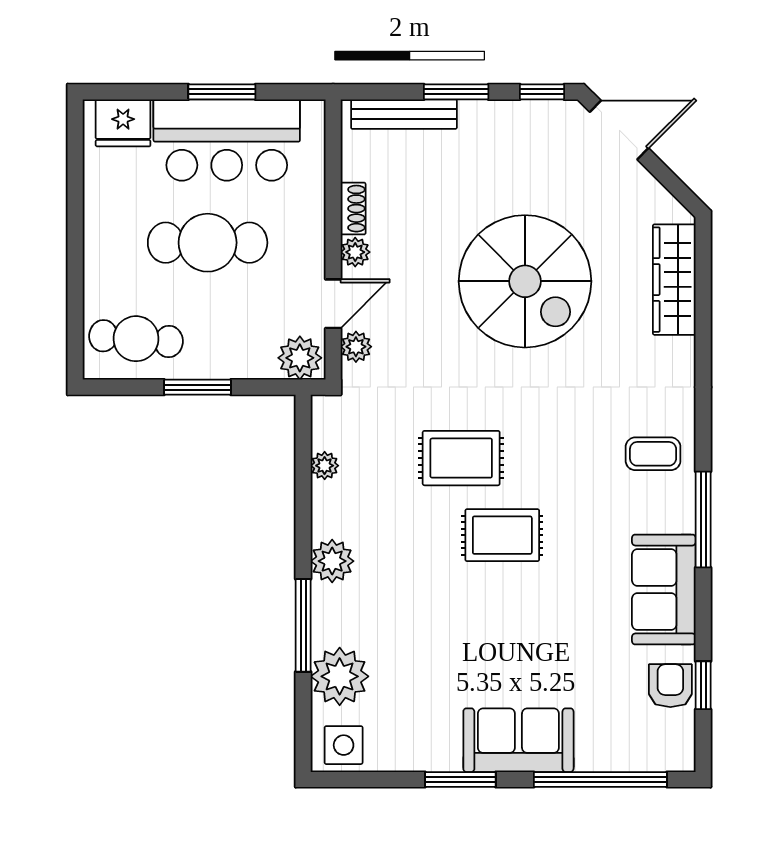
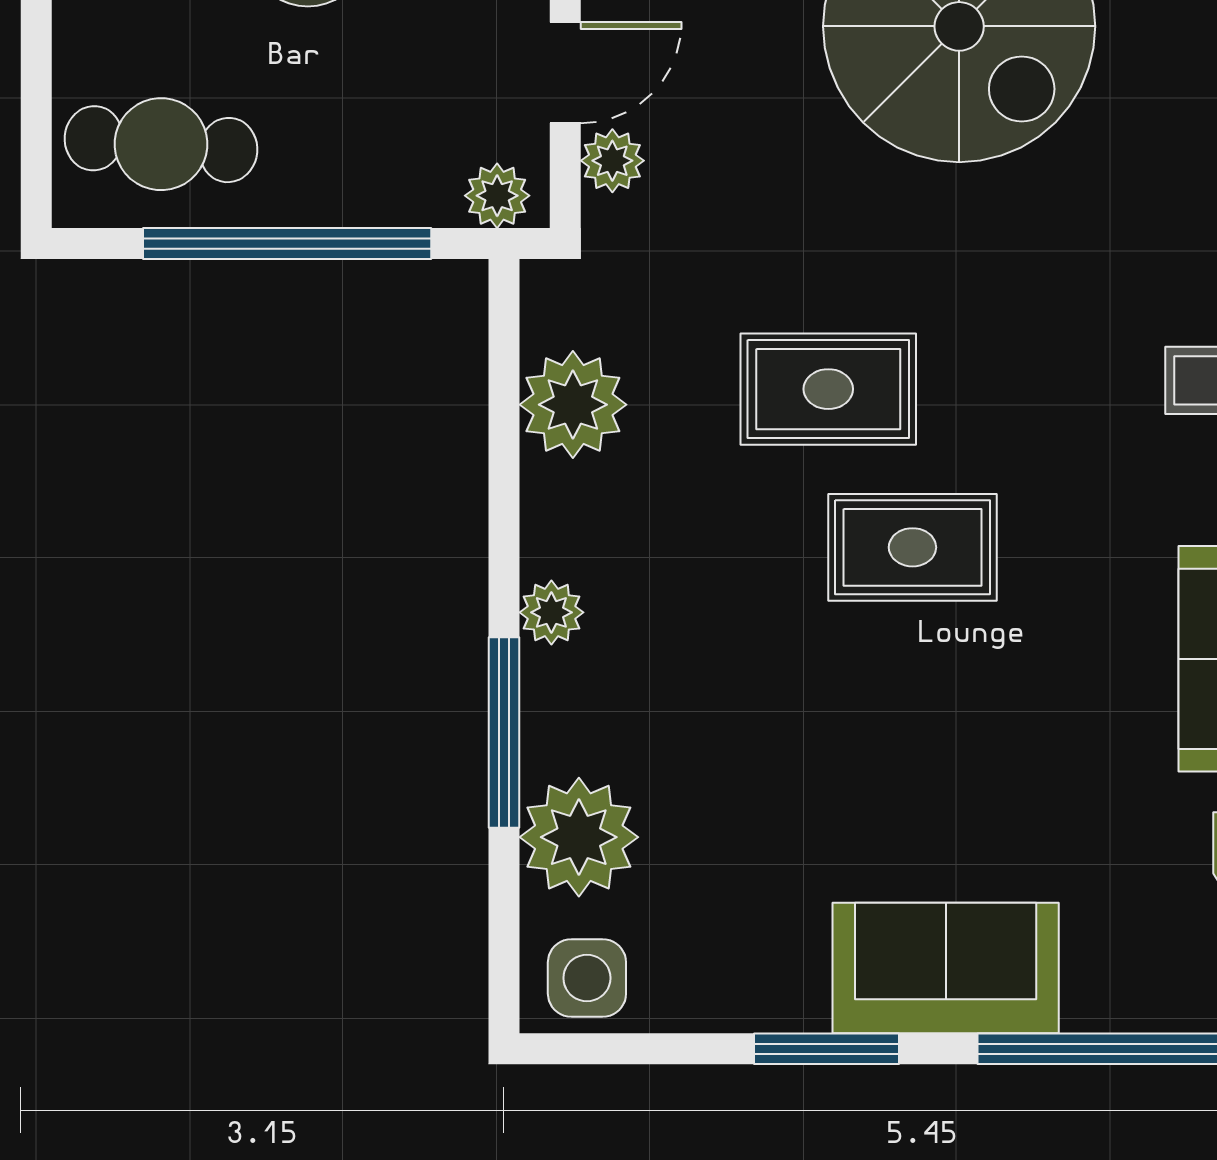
plant: (300, 358) -> (497, 196), width x0.73, depth x0.73
window: (197, 387) -> (287, 243), width x2.11
plant: (325, 466) -> (573, 405), width x1.87, depth x1.87
plant: (332, 561) -> (551, 612), width x0.73, depth x0.73

